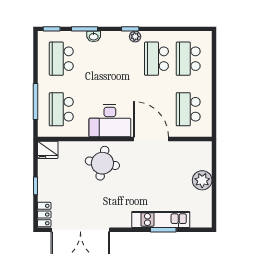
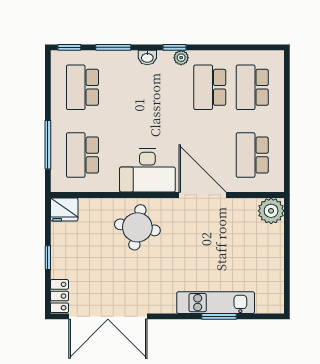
washbasin: (94, 36) -> (147, 57), moved
plant: (202, 180) -> (271, 211), moved

